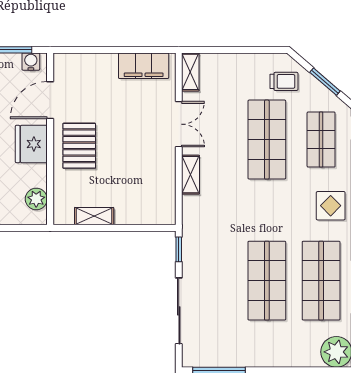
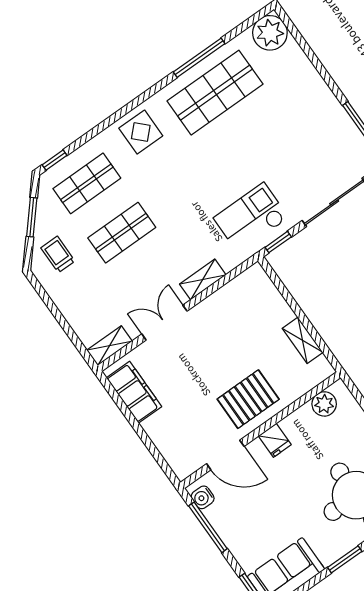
shop shelf: (267, 140) -> (122, 233), width x0.70, depth x0.74
fridge: (31, 144) -> (275, 440), width x0.53, depth x0.75
checkout: (211, 242) -> (251, 218), added
shop shelf: (267, 281) -> (250, 142), removed

